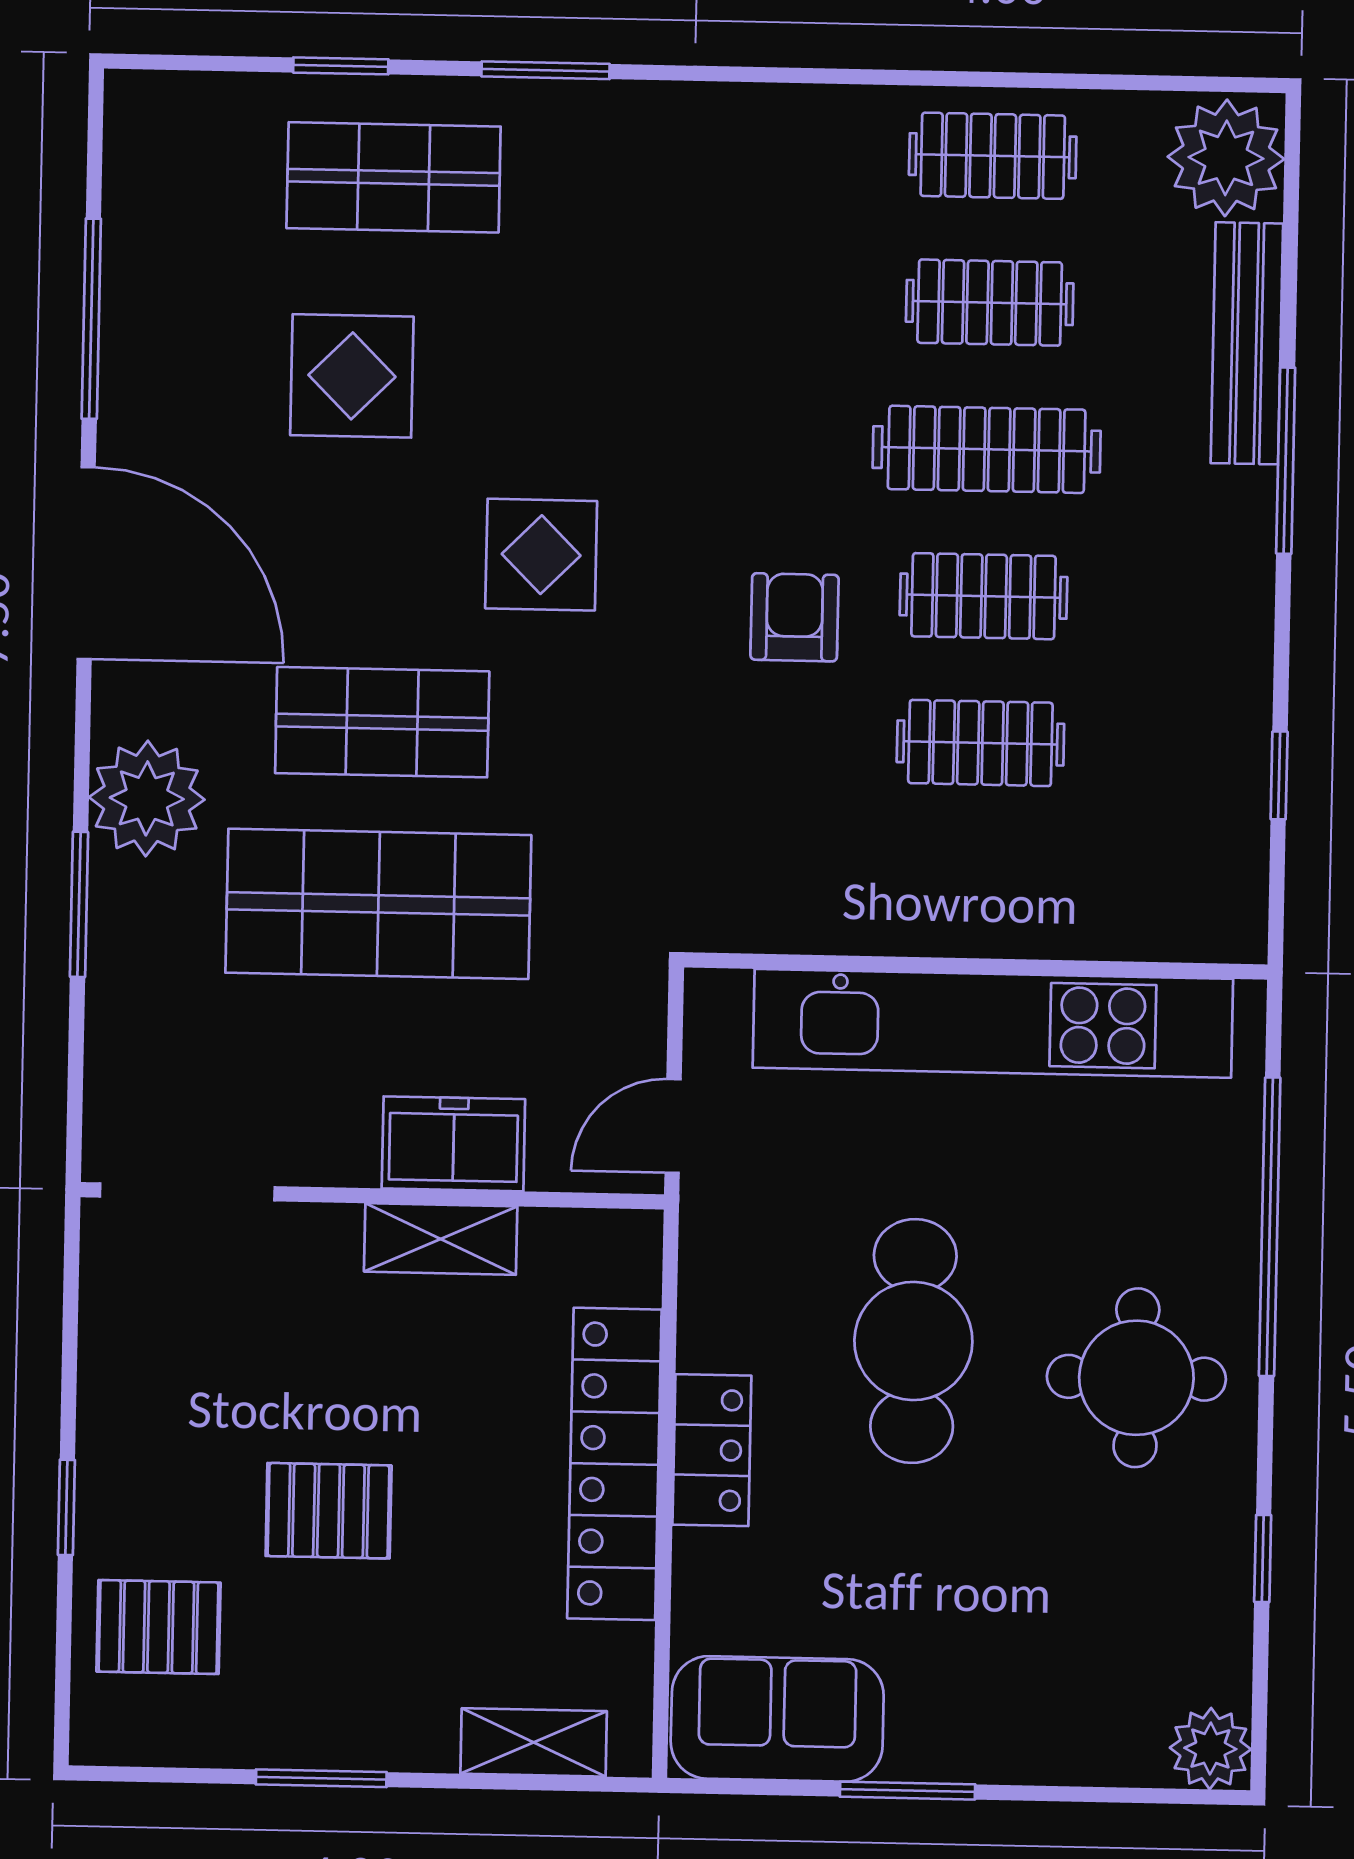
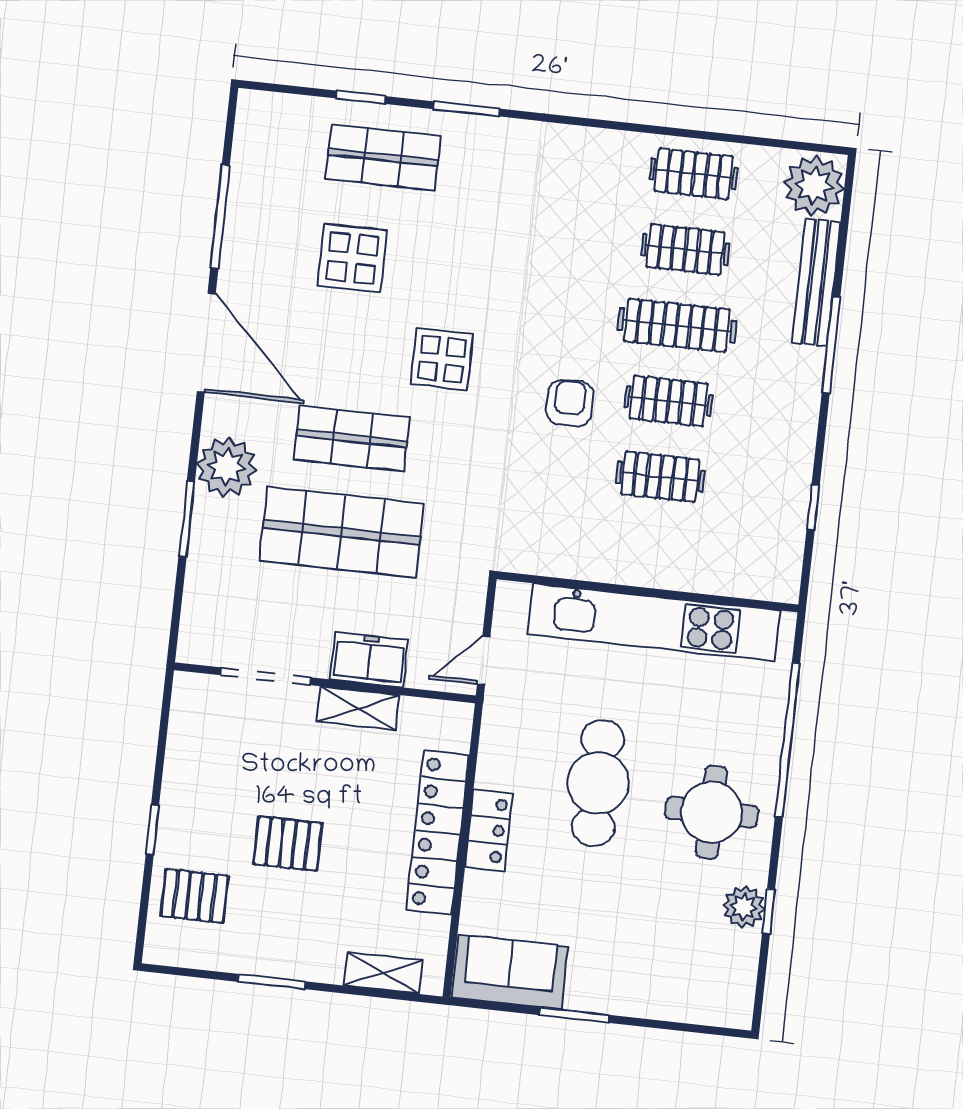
doorway: (187, 1192) -> (266, 676), moved
plant: (1210, 1749) -> (744, 907), moved

